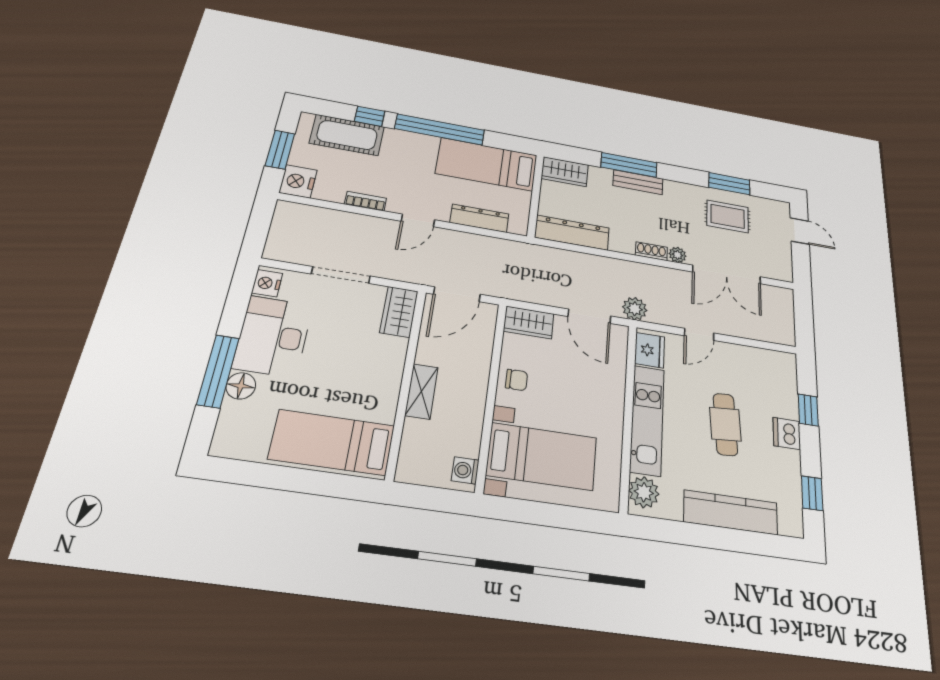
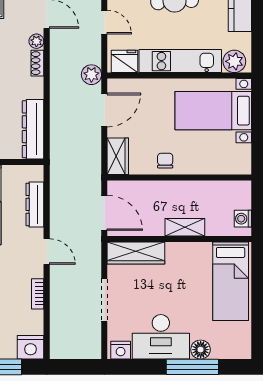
wardrobe: (399, 312) -> (136, 253), width x1.50
bed with nightstands: (542, 456) -> (213, 111), moved, turned -90
washing machine: (465, 470) -> (243, 219), moved, turned 90

